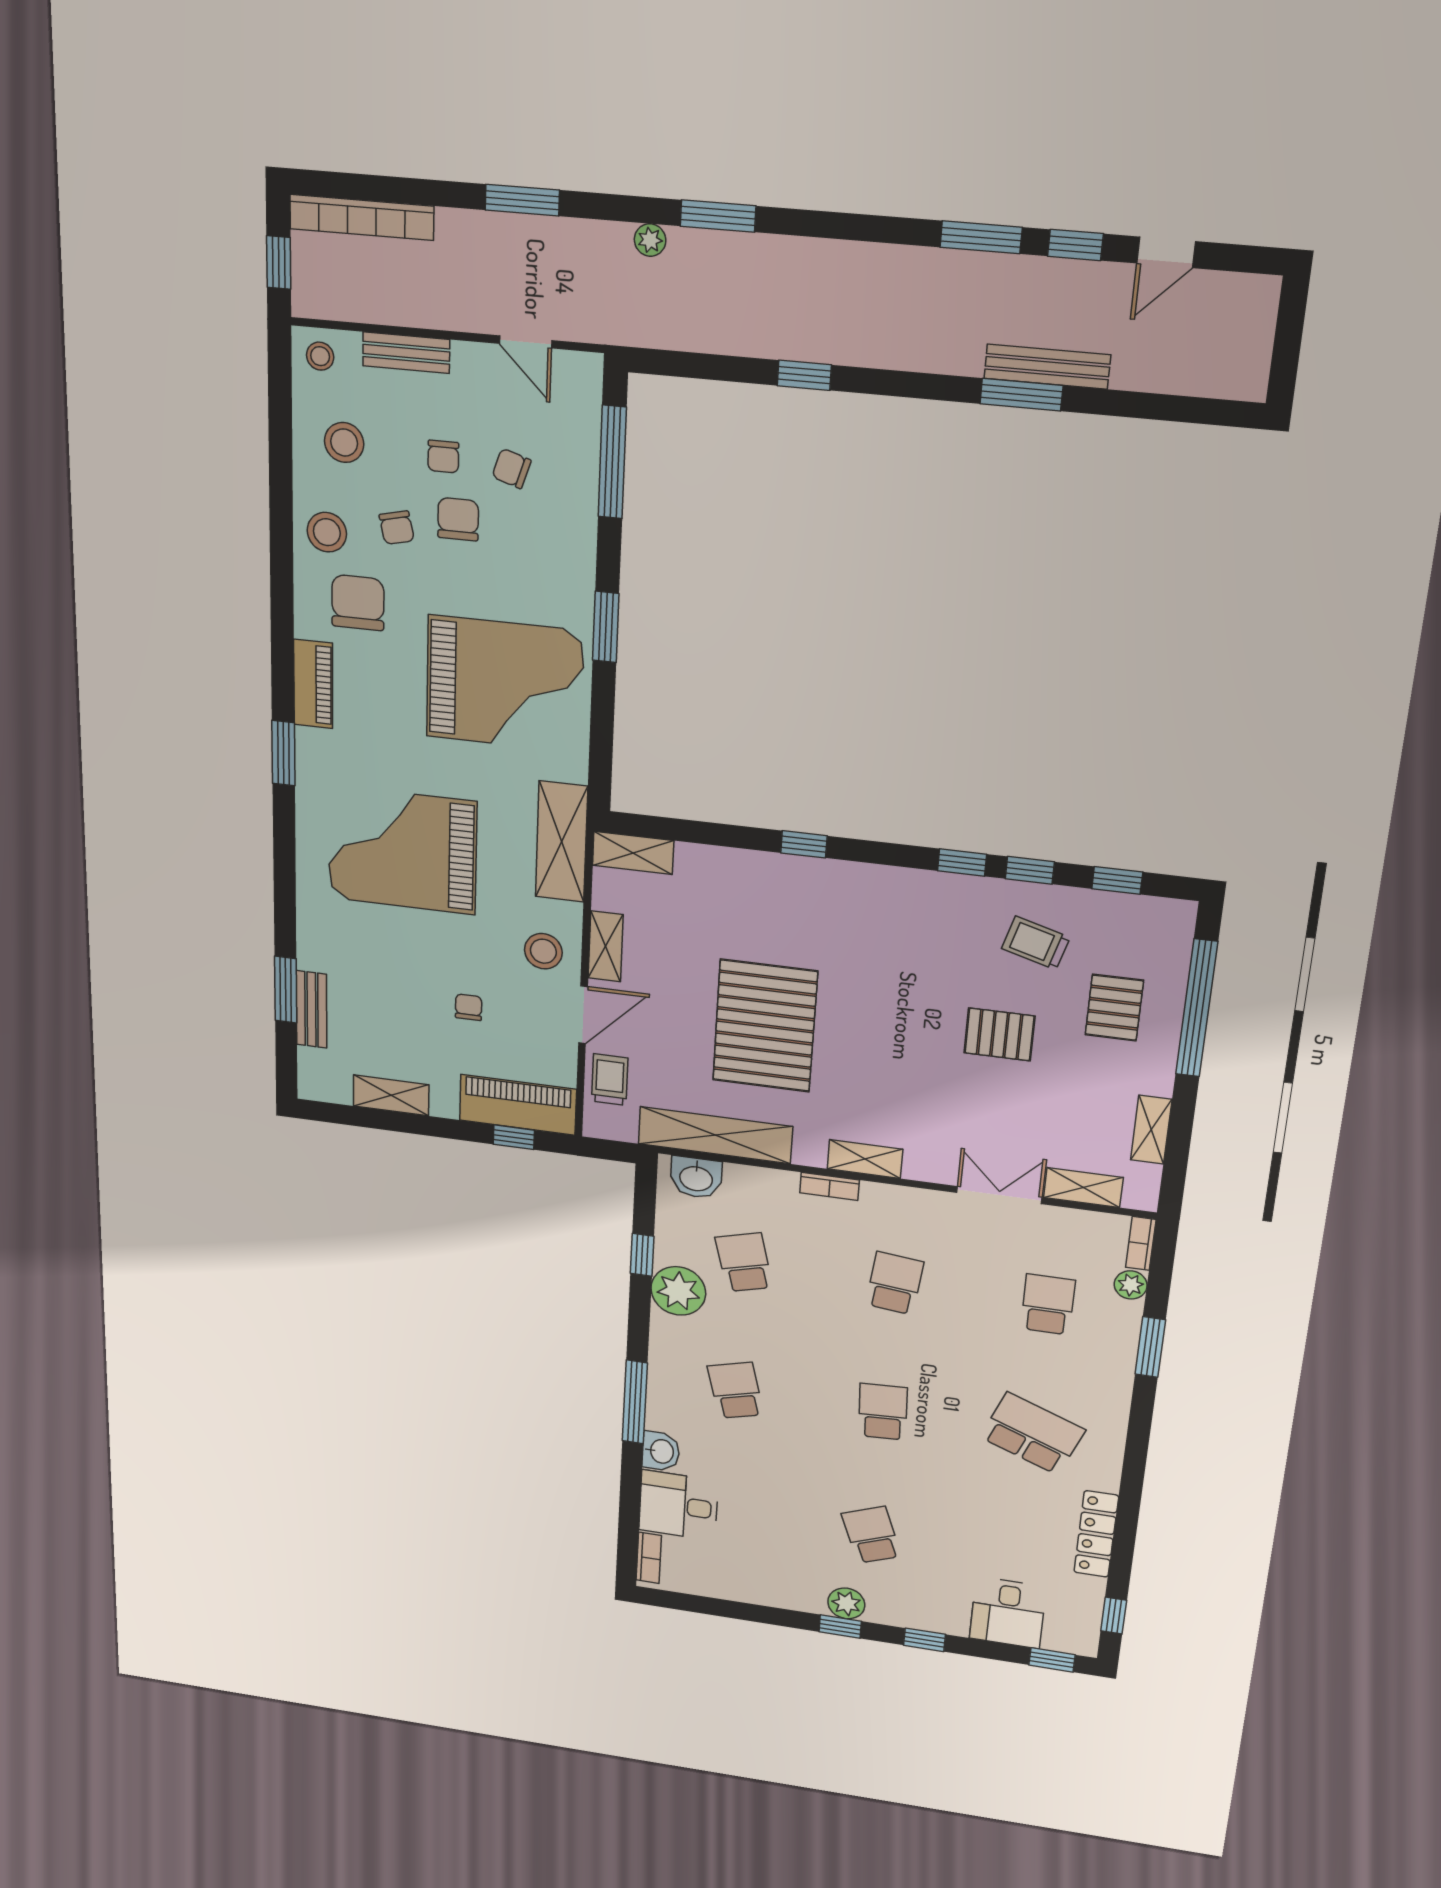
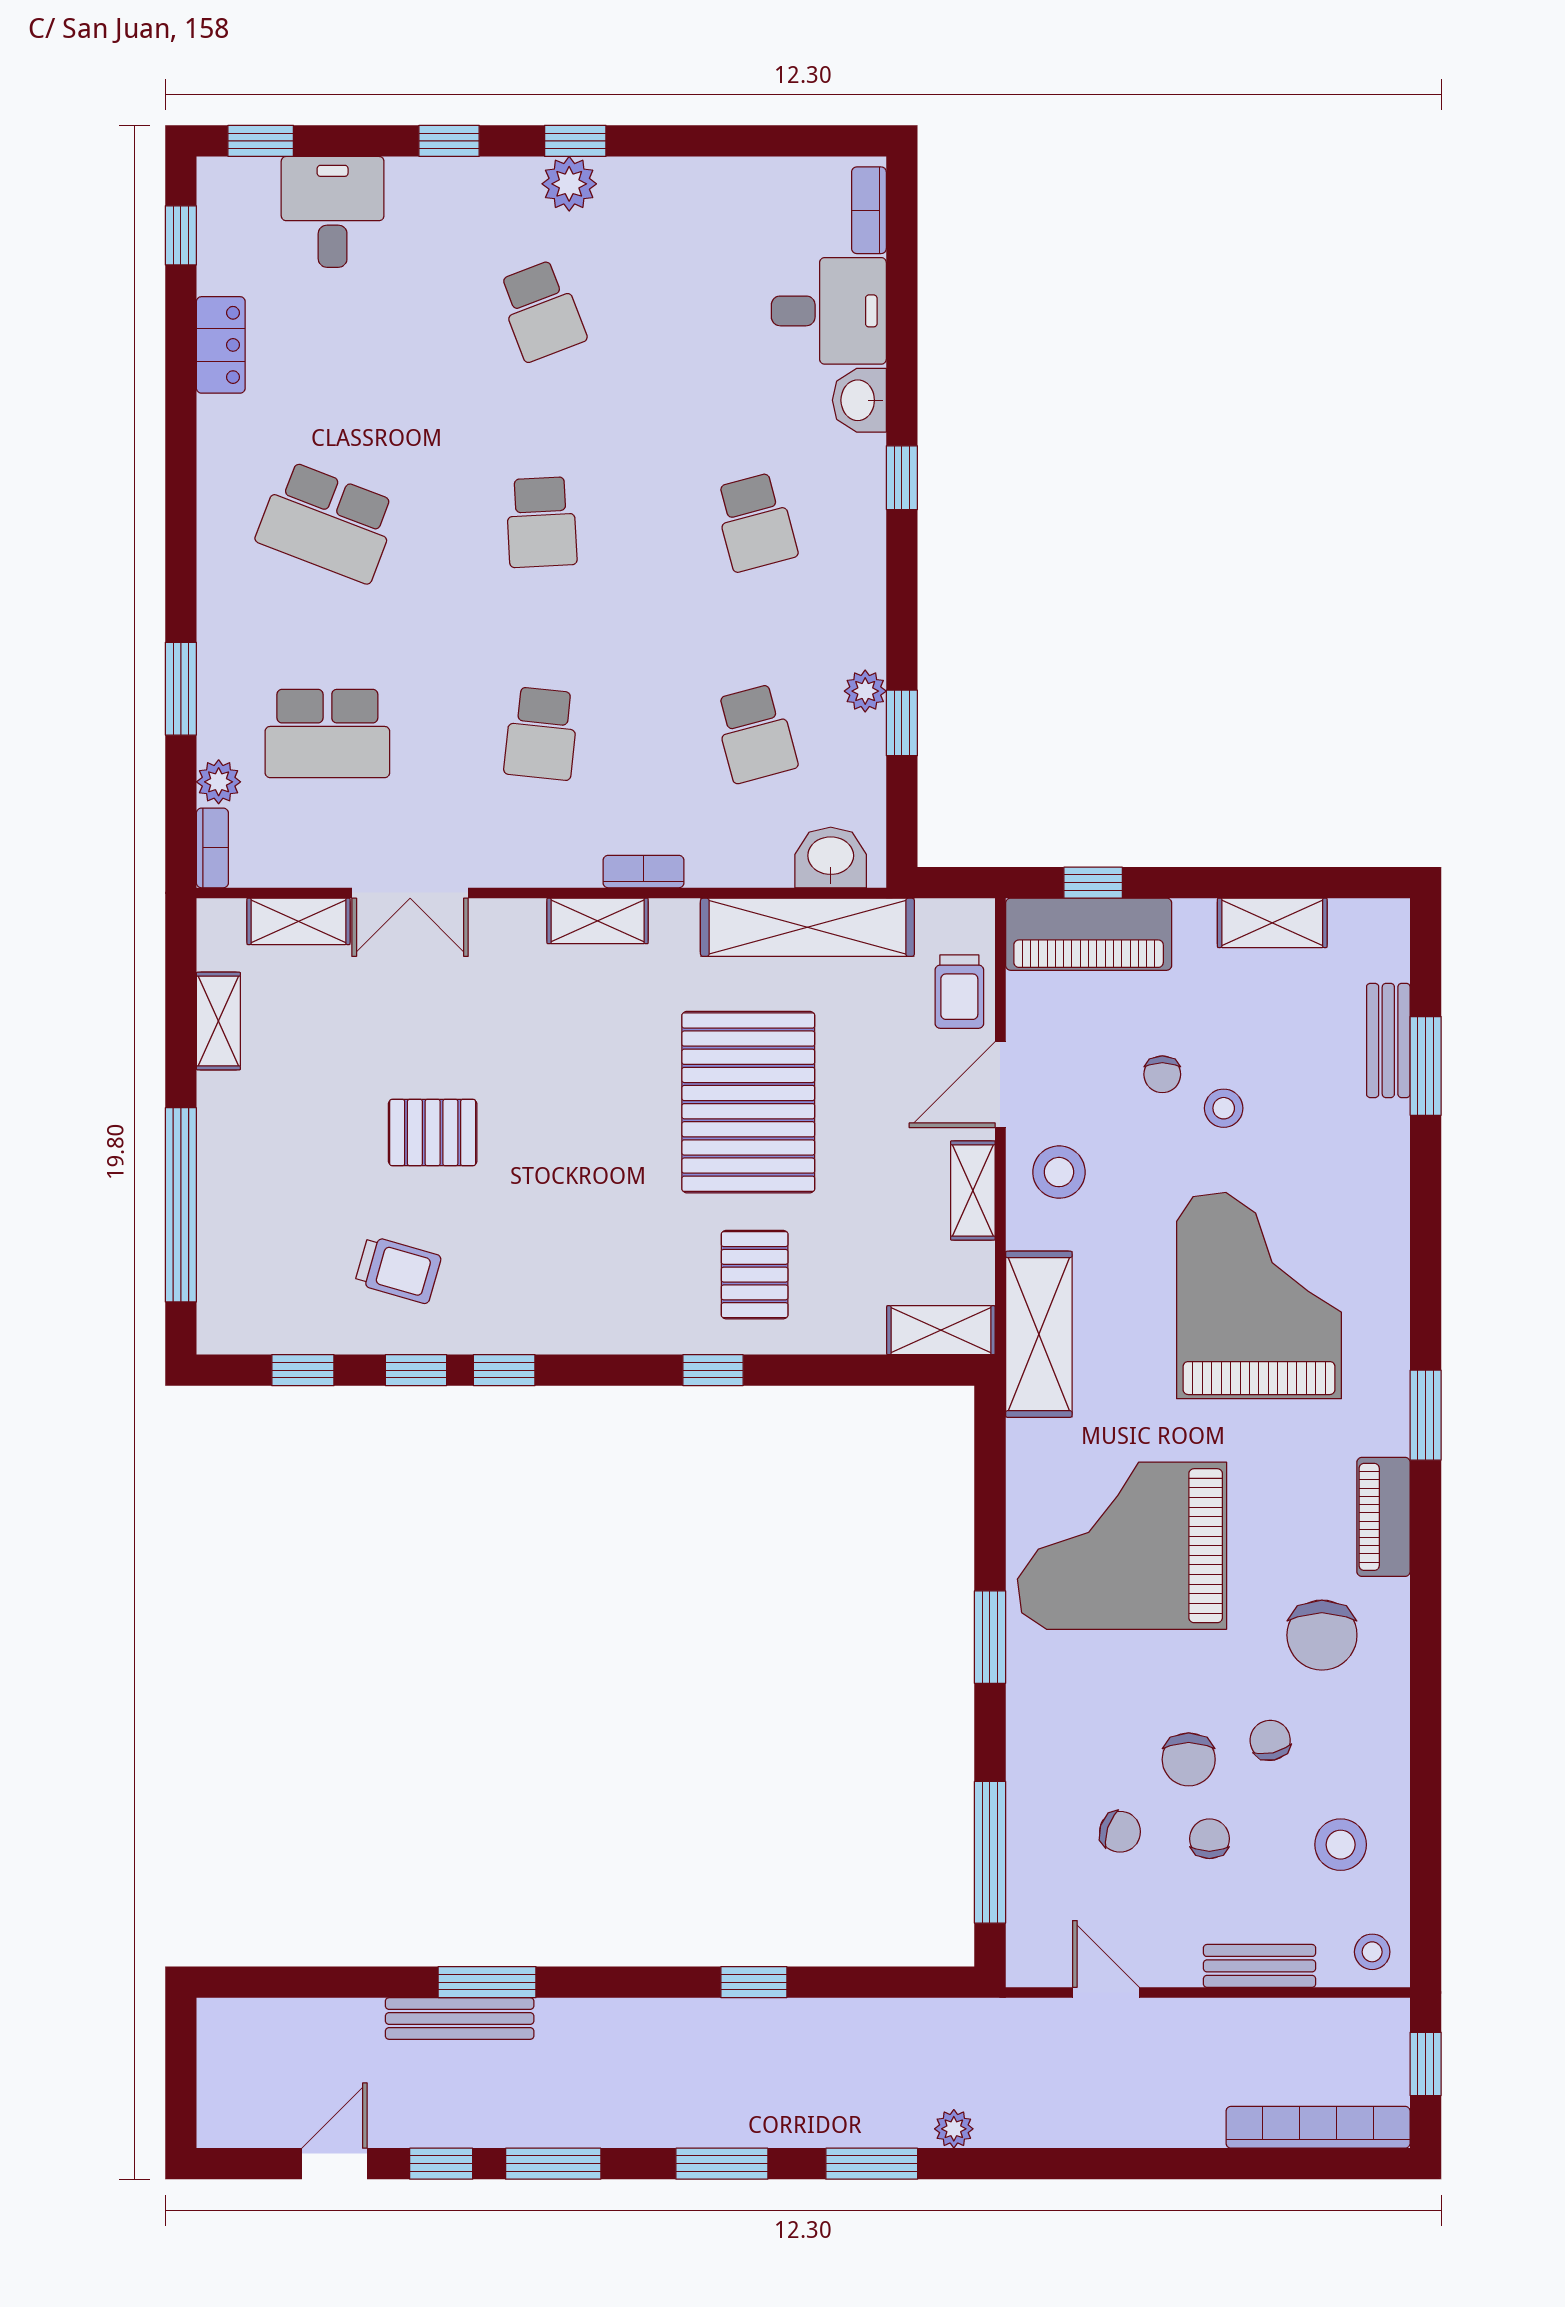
window: (522, 200) -> (722, 2164), moved
stool: (327, 532) -> (1224, 1108), moved, width x0.73, depth x0.73
grand piano: (402, 850) -> (1259, 1296), turned -90
pallet: (1114, 1008) -> (755, 1275), moved
plant: (678, 1291) -> (865, 691), width x0.53, depth x0.53
school desk: (1048, 1304) -> (327, 733), width x1.85
window: (635, 1402) -> (902, 478), width x0.46
locker: (1096, 1534) -> (221, 345), width x0.66

